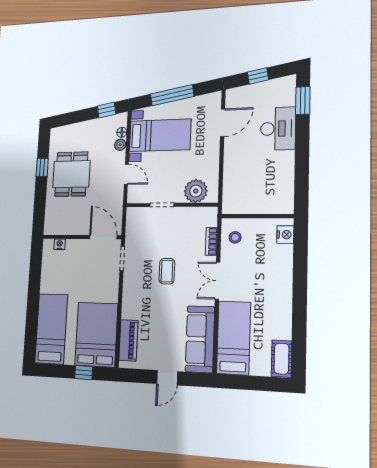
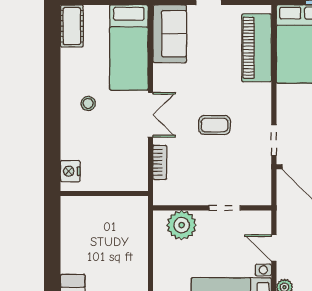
stool: (235, 237) -> (88, 103), moved
coffee table: (167, 271) -> (214, 125), turned 90
sofa: (200, 339) -> (170, 34), width x0.73
piano: (128, 340) -> (257, 48), width x1.37, depth x1.33

